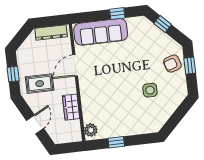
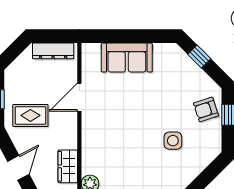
window: (117, 14) -> (142, 36), removed
sofa: (101, 32) -> (127, 58), width x0.73
wardrobe: (71, 107) -> (68, 166), moved

